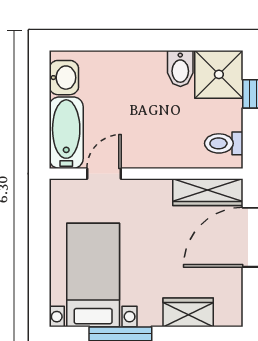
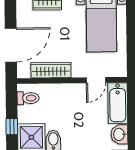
wardrobe: (208, 192) -> (51, 70), moved

